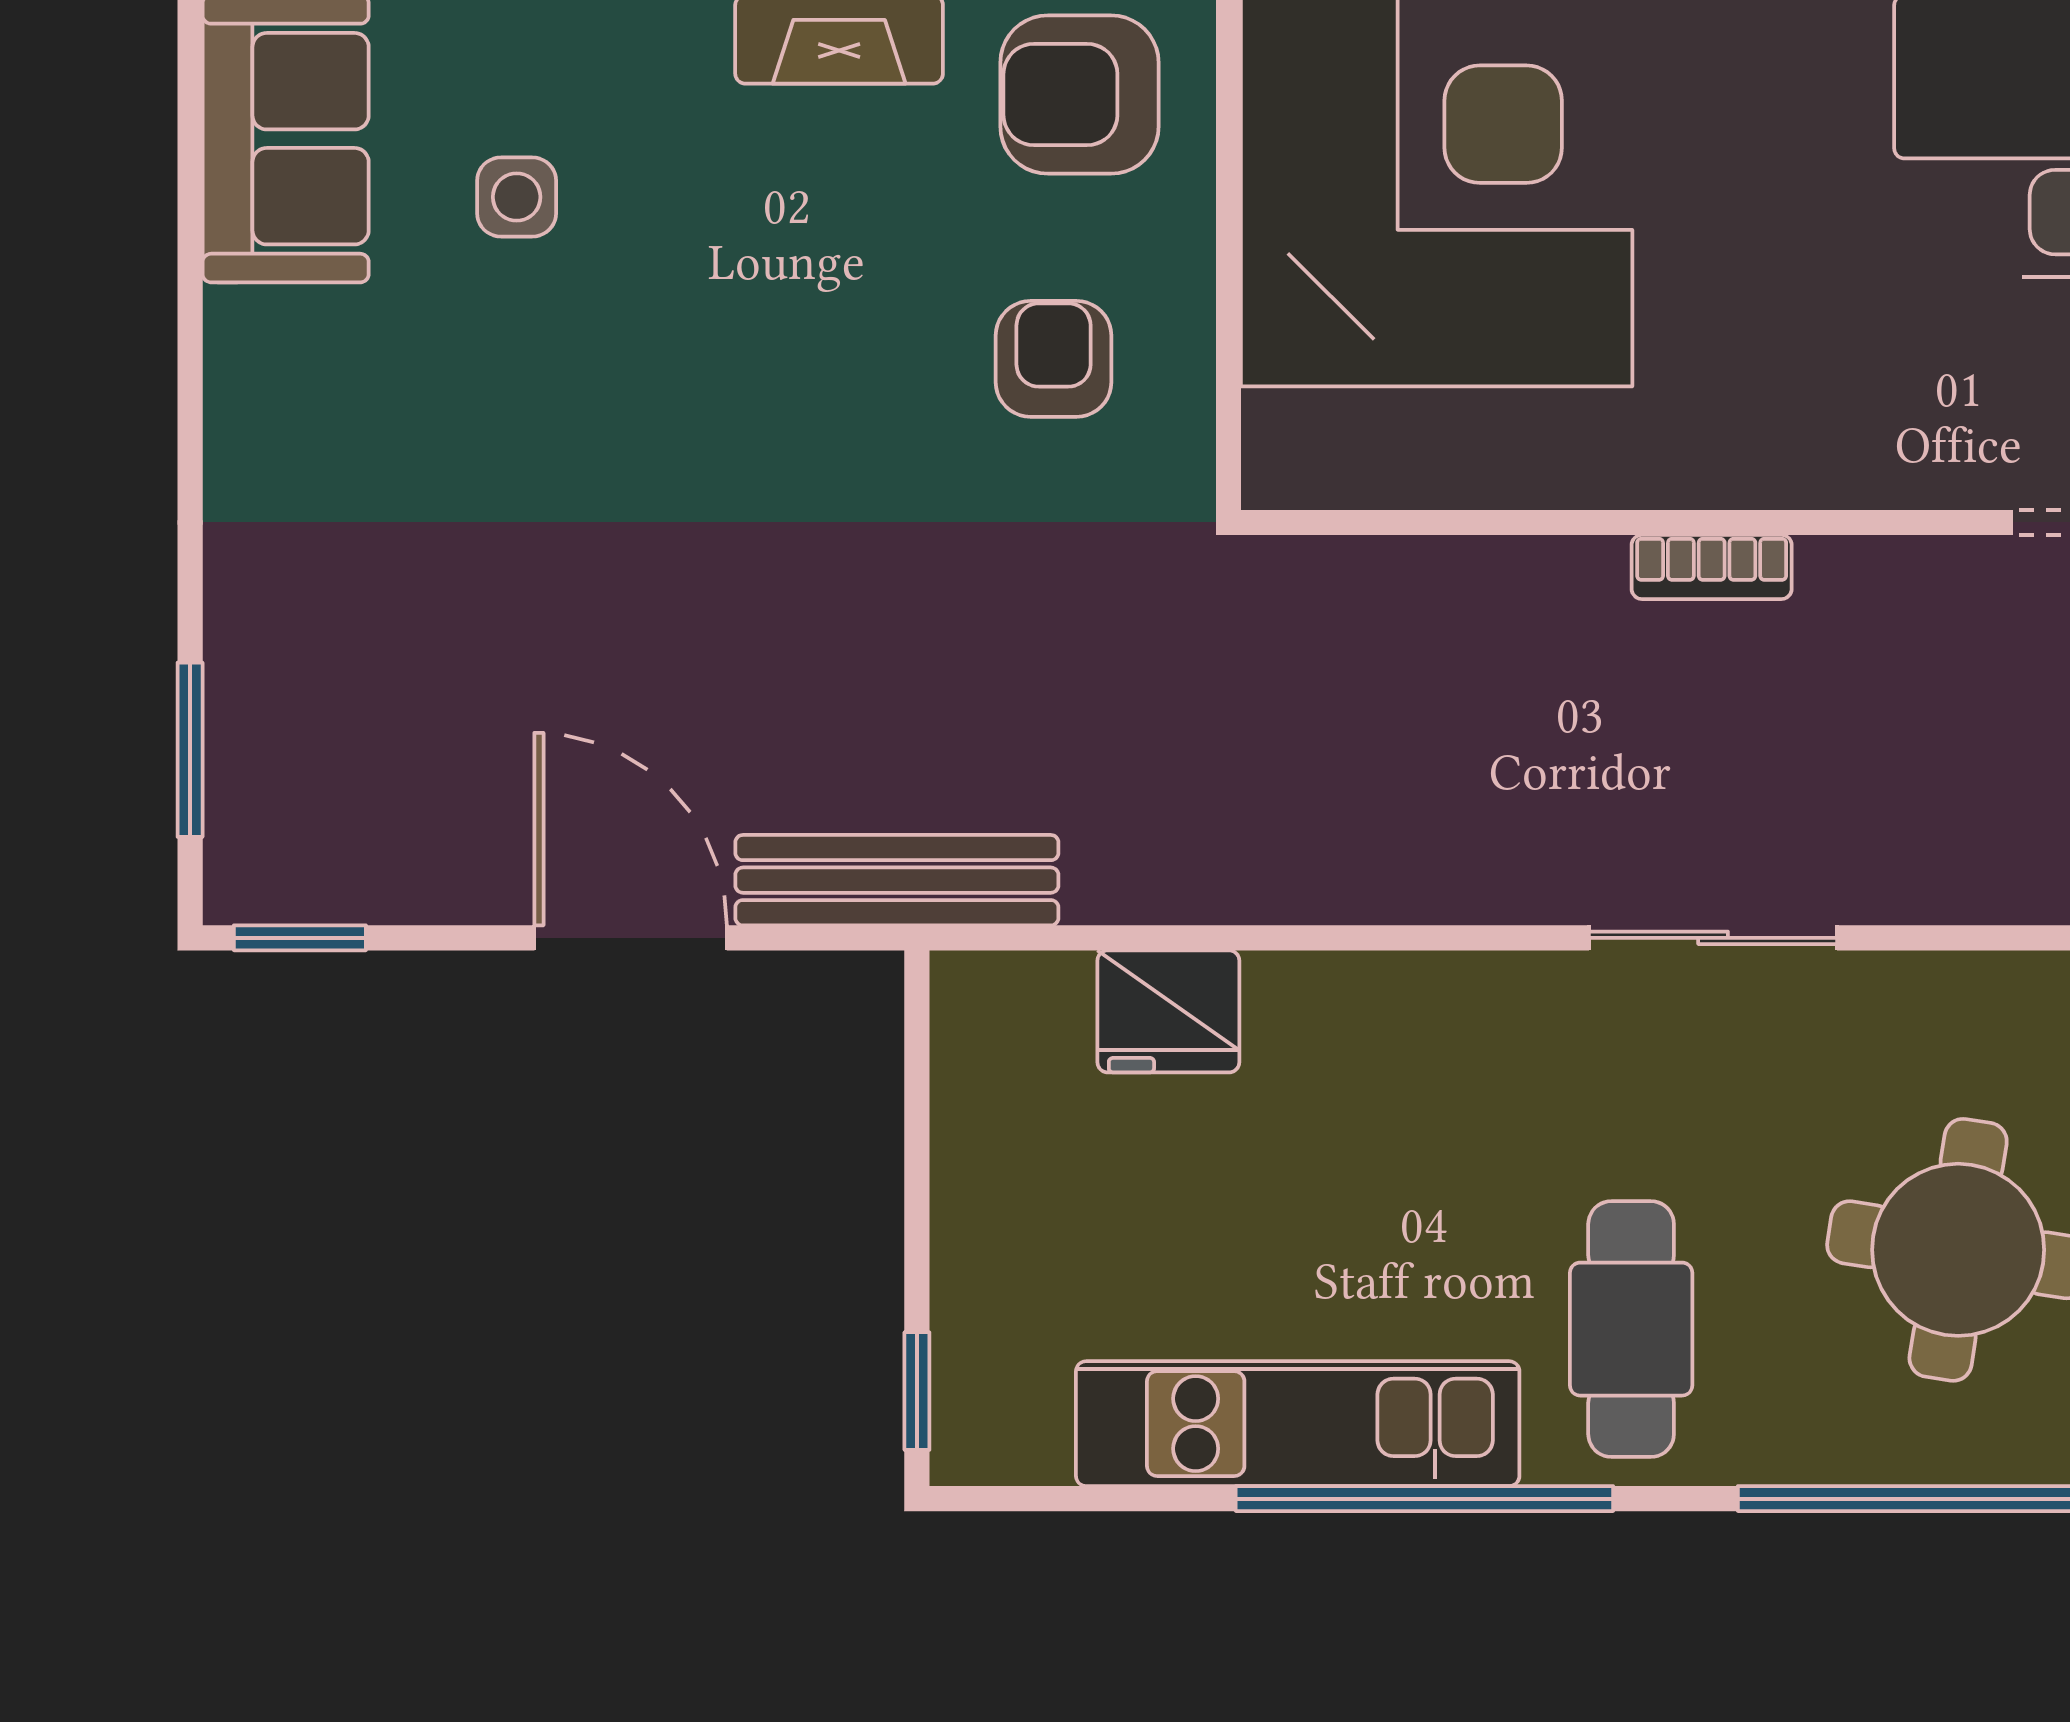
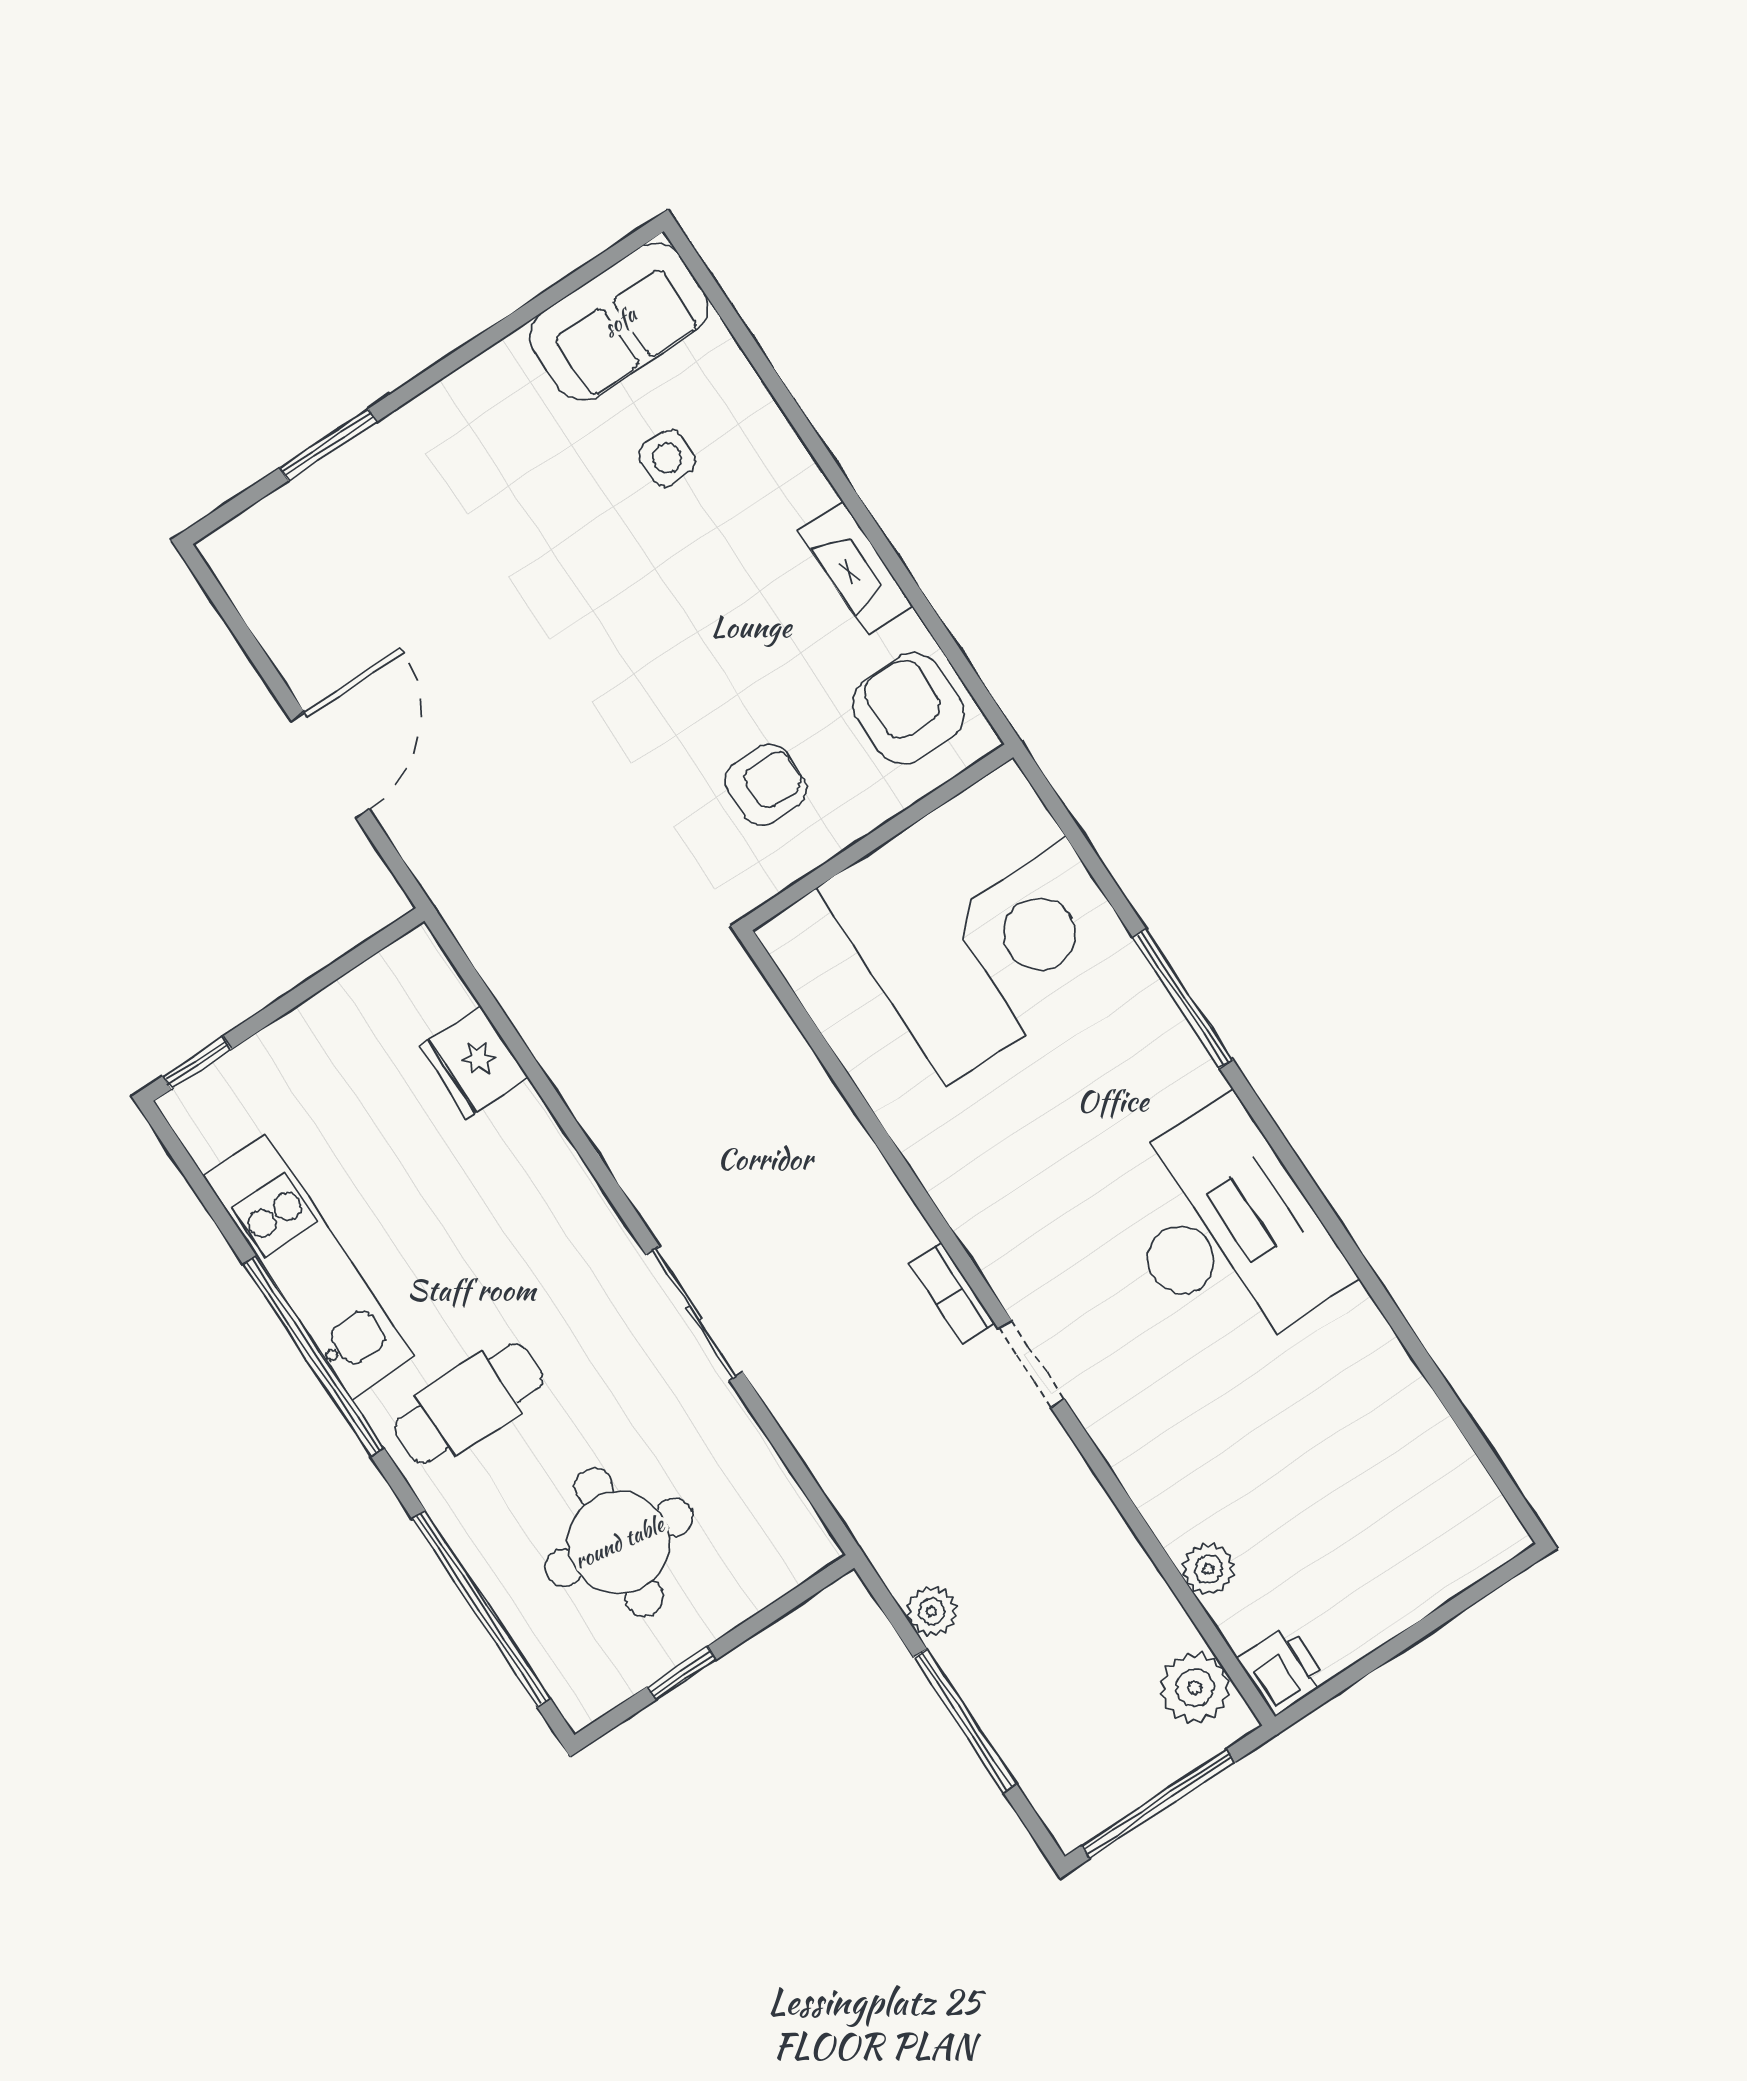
bookcase: (1712, 567) -> (952, 1294), moved
window: (190, 750) -> (328, 445), moved
bench: (897, 880) -> (449, 881), removed
window: (300, 938) -> (219, 598), removed

